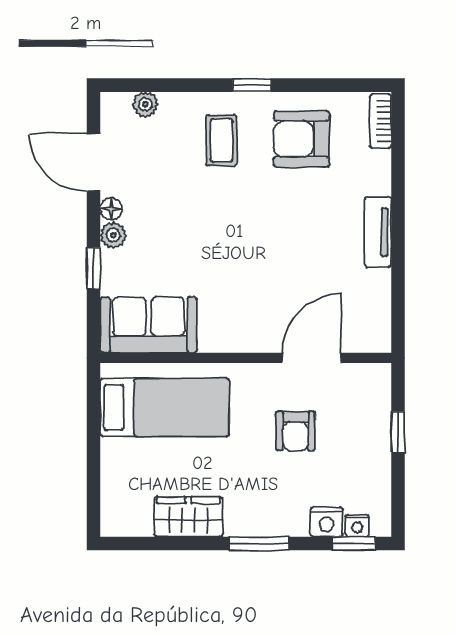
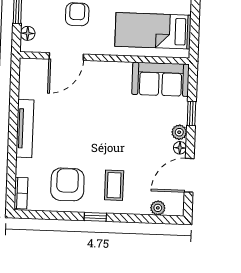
armchair: (302, 139) -> (67, 184), turned -90
door: (94, 162) -> (189, 175), swing flipped
tv unit: (378, 232) -> (25, 129), width x1.41
floor lamp: (379, 395) -> (28, 33), added

